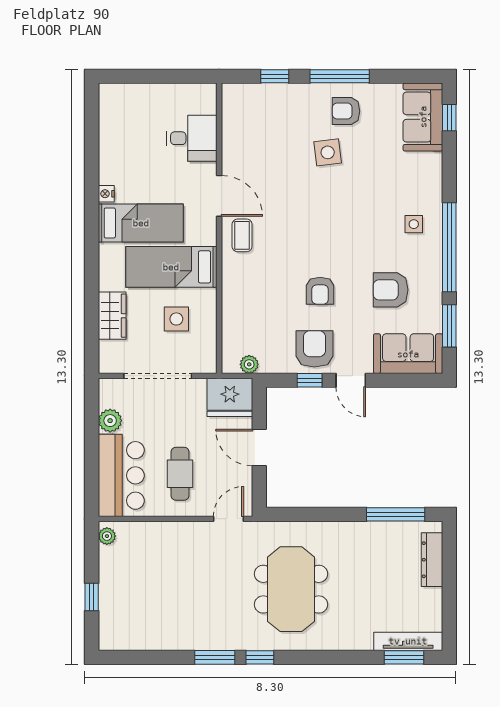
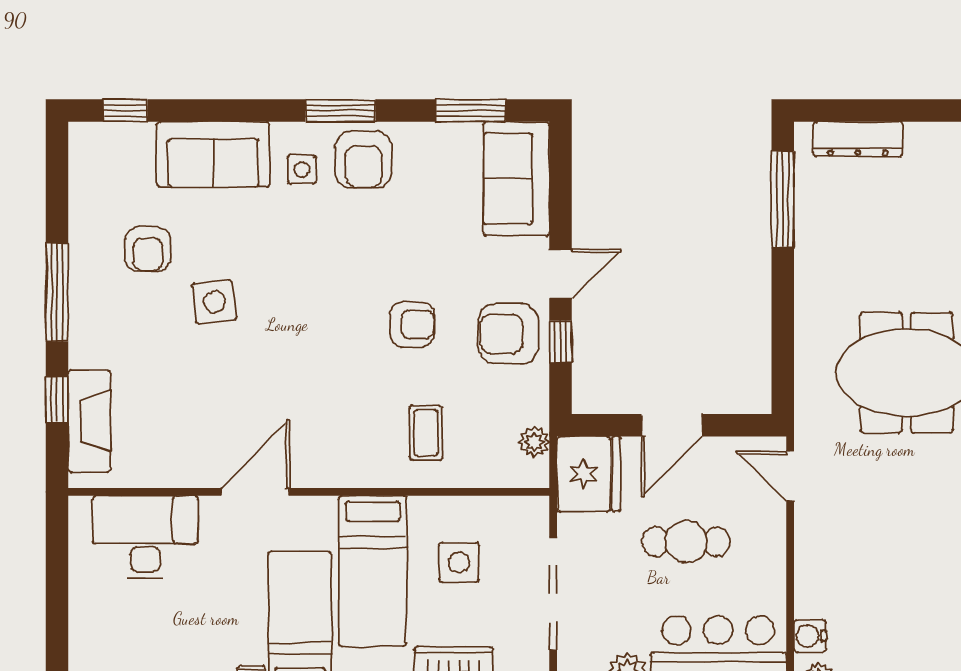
fireplace: (262, 96) -> (89, 421), added
armchair: (346, 111) -> (148, 249), moved
sofa: (423, 117) -> (213, 154), moved
desk: (192, 138) -> (145, 537), width x1.37
side table: (328, 152) -> (214, 302), moved
coffee table: (242, 235) -> (426, 433), moved, turned 90
window: (449, 247) -> (340, 111), width x0.47
armchair: (391, 290) -> (364, 159), moved
cafe table: (180, 474) -> (686, 542), moved
water cooler: (132, 531) -> (810, 636), added

